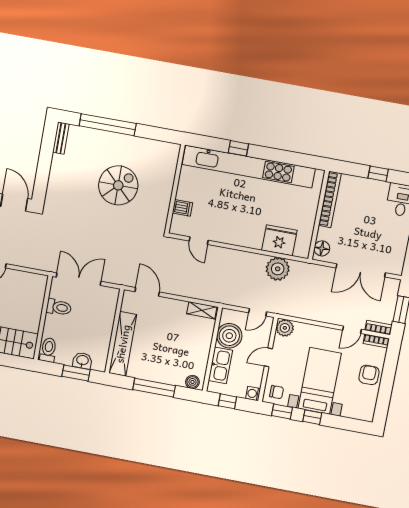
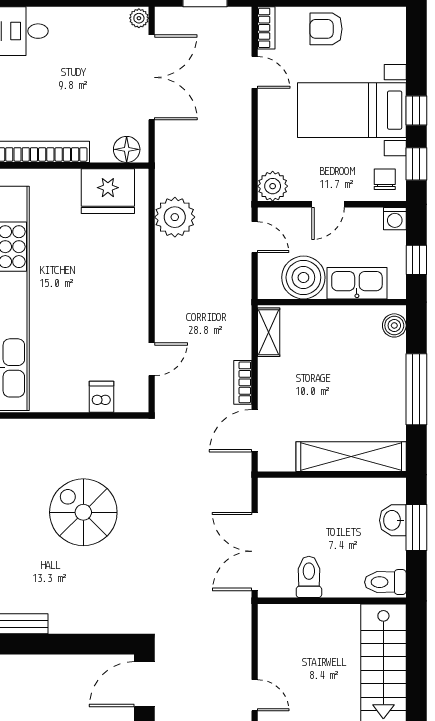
fridge: (279, 240) -> (108, 191), moved, turned -90
plant: (396, 269) -> (139, 18), added
bookcase: (378, 328) -> (243, 382), moved
door: (268, 357) -> (328, 204), hinge flipped

